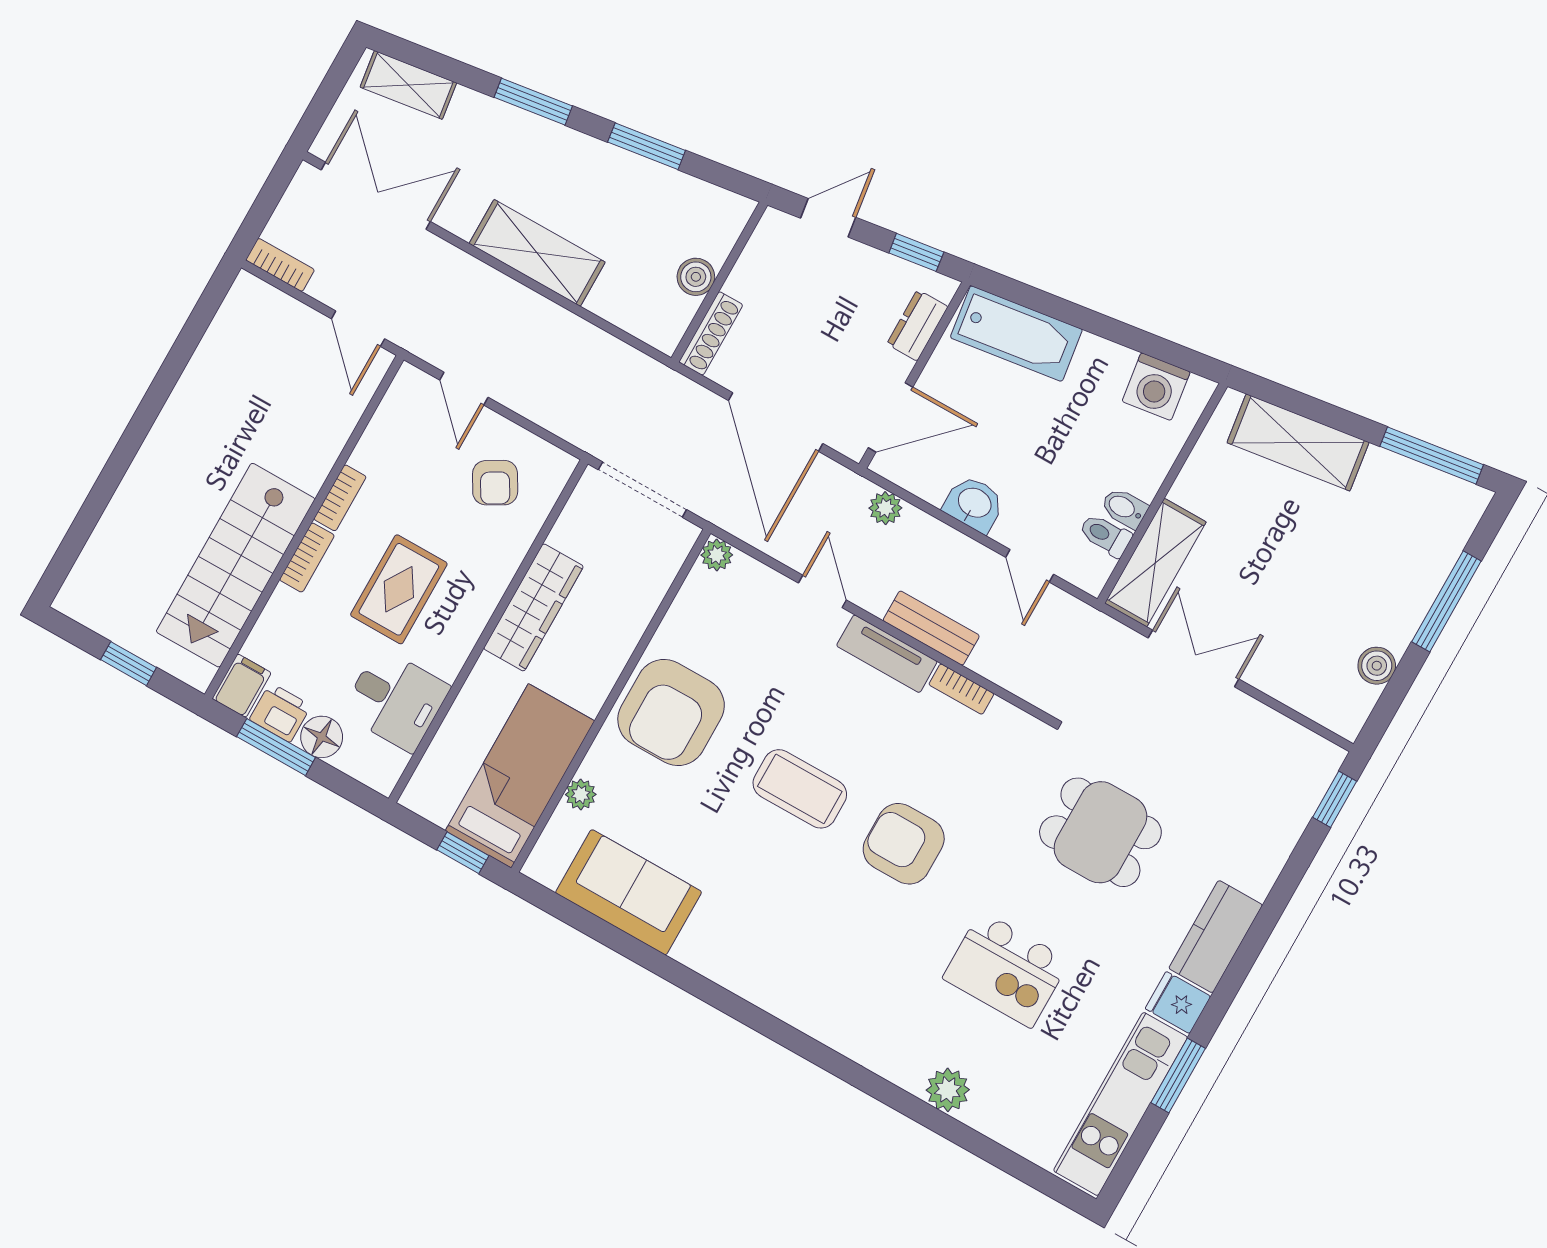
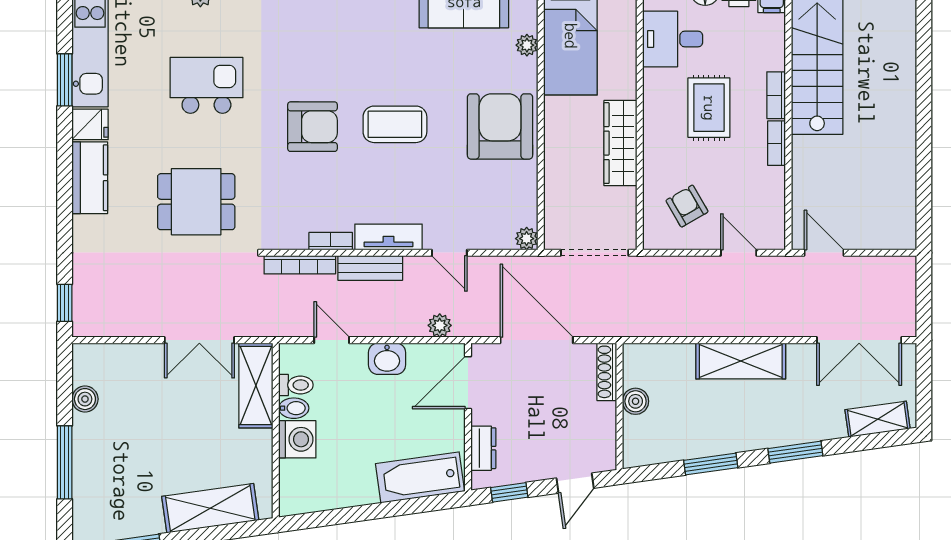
bookcase: (280, 265) -> (300, 265), moved, width x1.56
washing machine: (1156, 387) -> (297, 439), moved, turned 98

